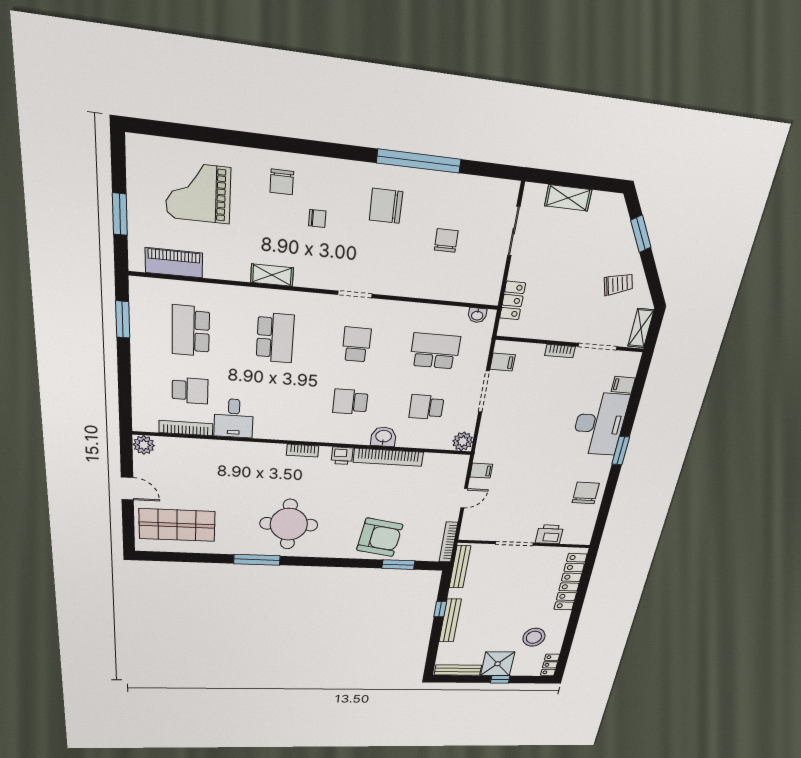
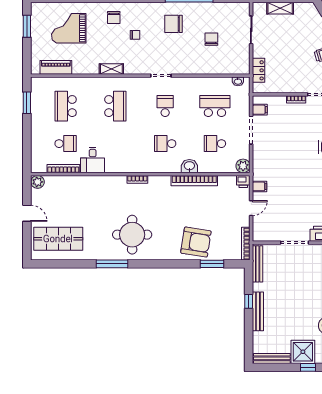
window: (120, 214) -> (27, 26), moved
printer: (342, 456) -> (243, 181), moved

